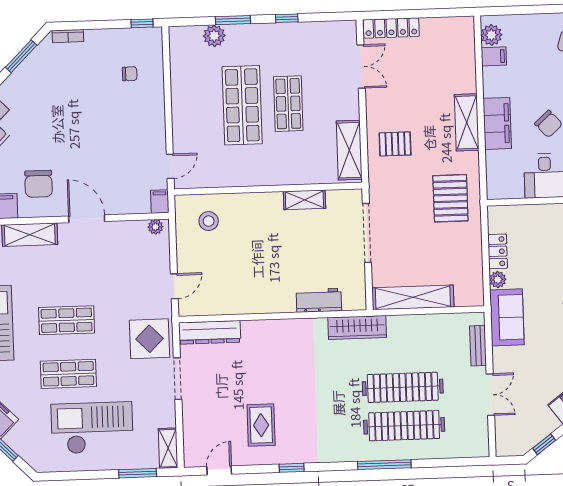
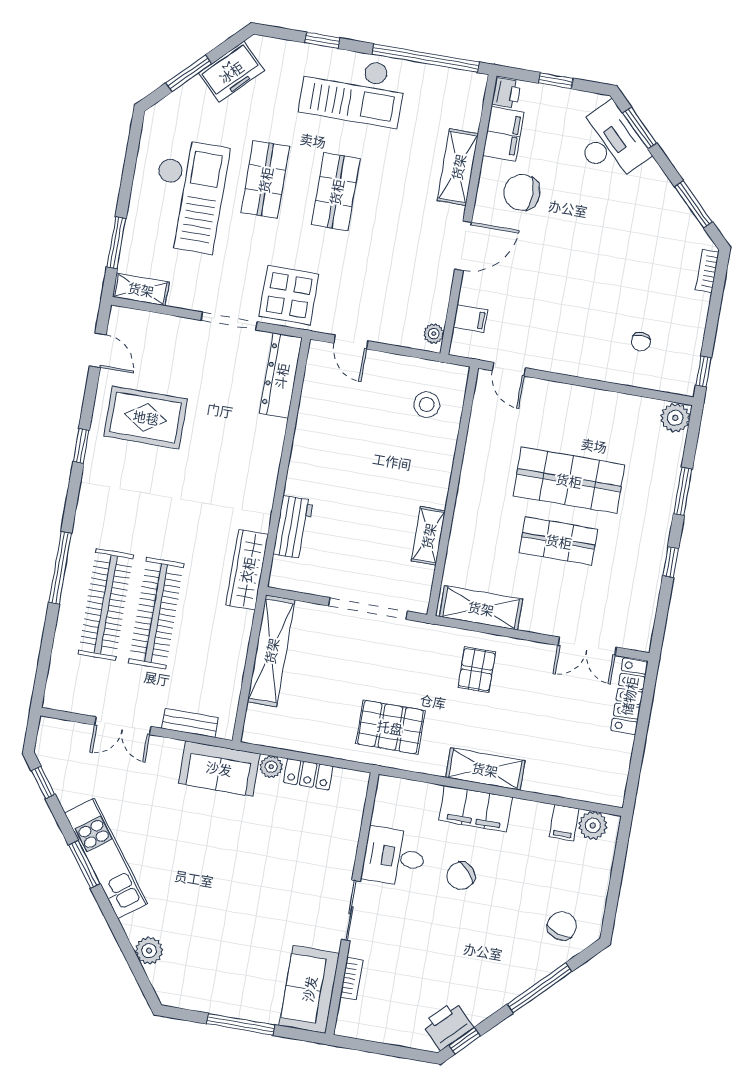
plant: (214, 36) -> (675, 418), moved
filing cabinet: (160, 202) -> (470, 319), moved
rug: (261, 425) -> (146, 417), width x1.36, depth x1.43

